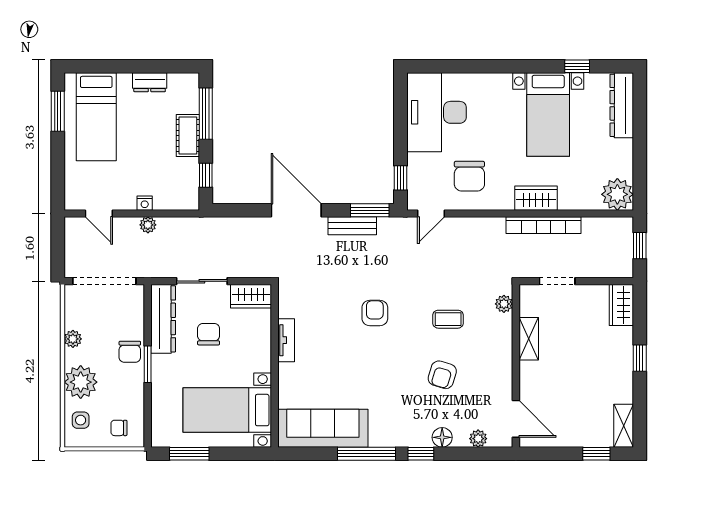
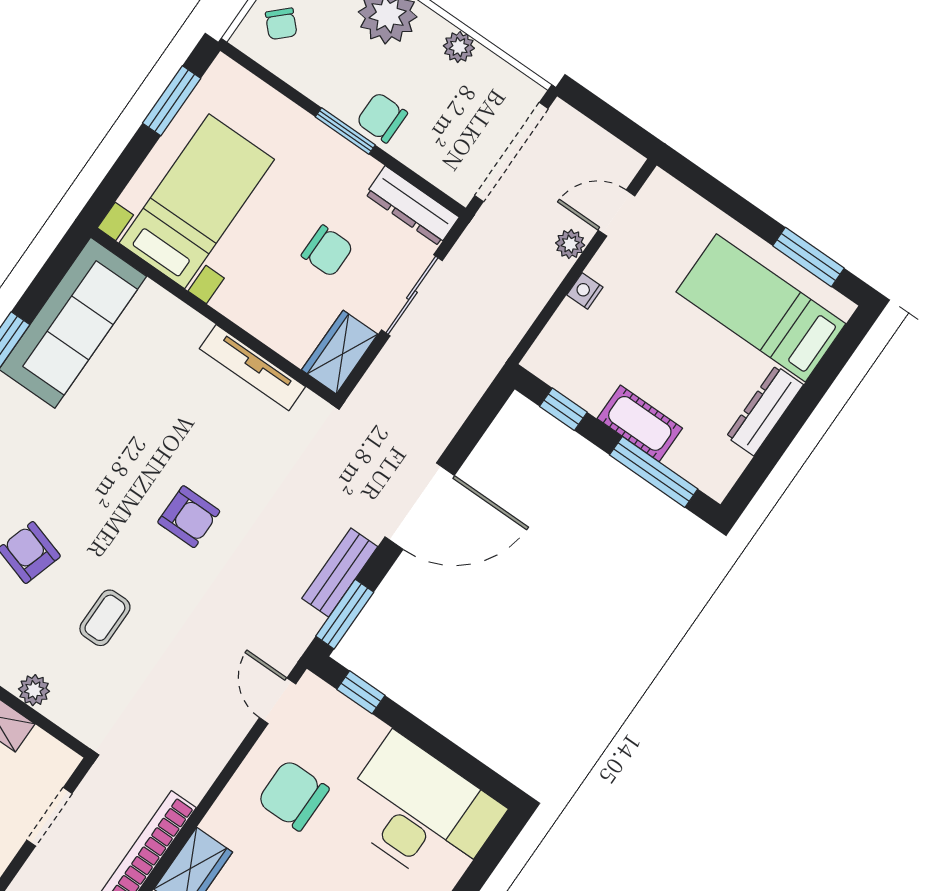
dresser: (150, 82) -> (765, 411), width x1.44
plant: (148, 225) -> (570, 244), moved
plant: (504, 304) -> (34, 690), moved
dresser: (163, 319) -> (412, 206), width x0.73, depth x0.80
tv unit: (286, 340) -> (252, 368), width x1.41
chair: (119, 428) -> (281, 24), turned 136

